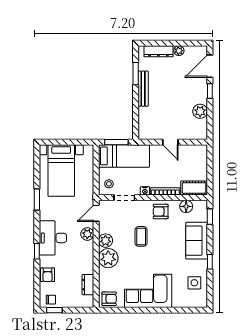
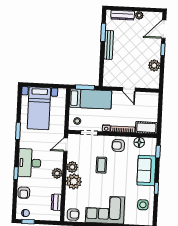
plant: (87, 234) -> (57, 173), moved

